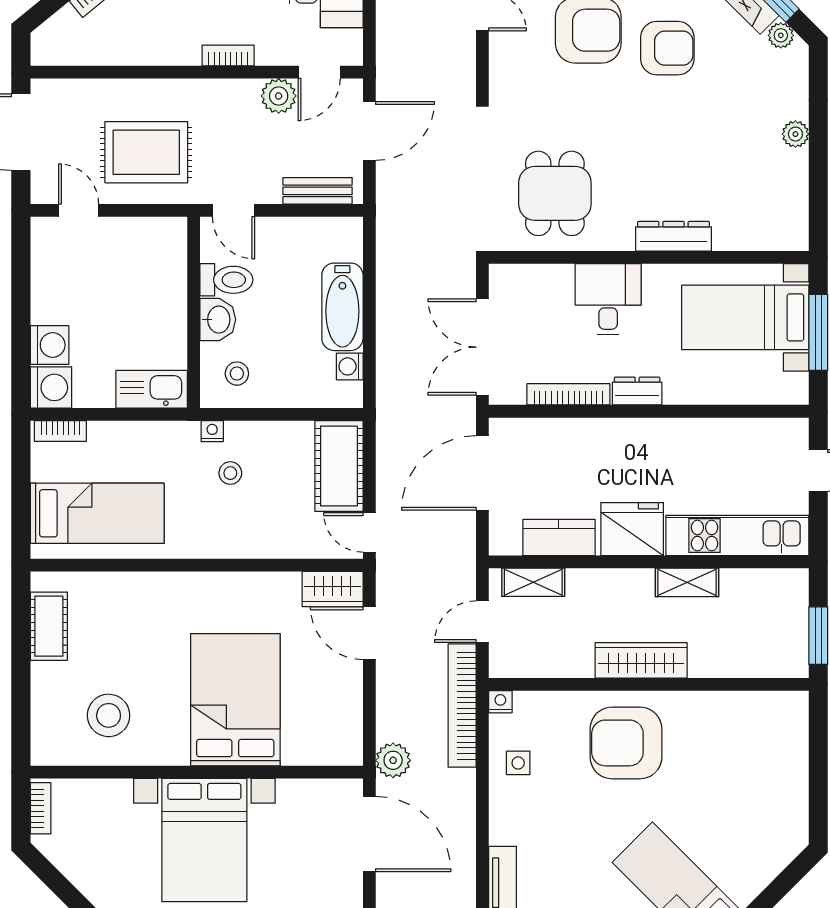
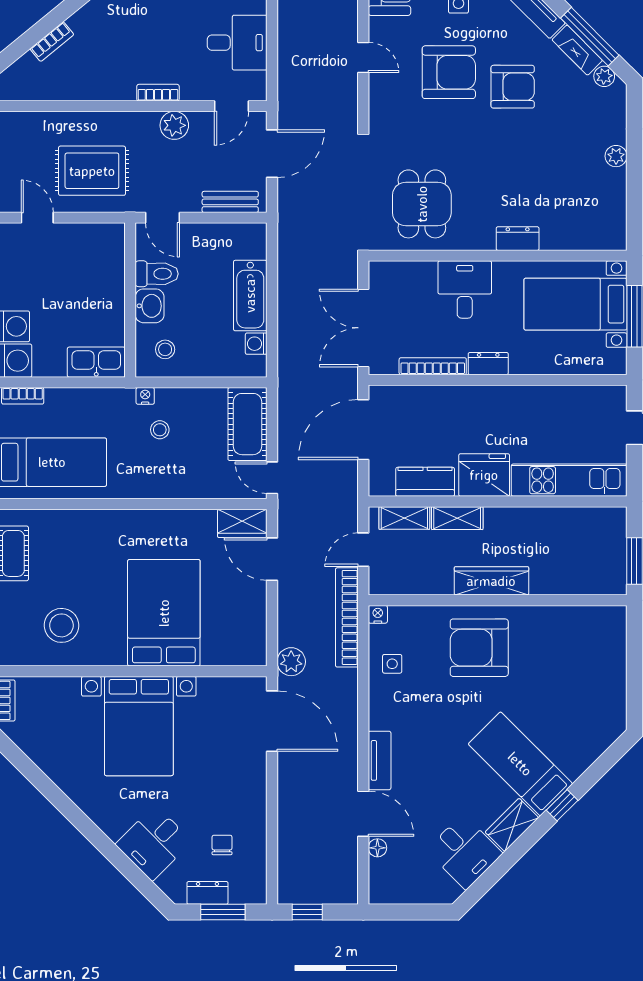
plant: (279, 96) -> (174, 125), moved
dresser: (674, 236) -> (518, 239), width x0.70
shelving: (687, 582) -> (457, 518), moved

